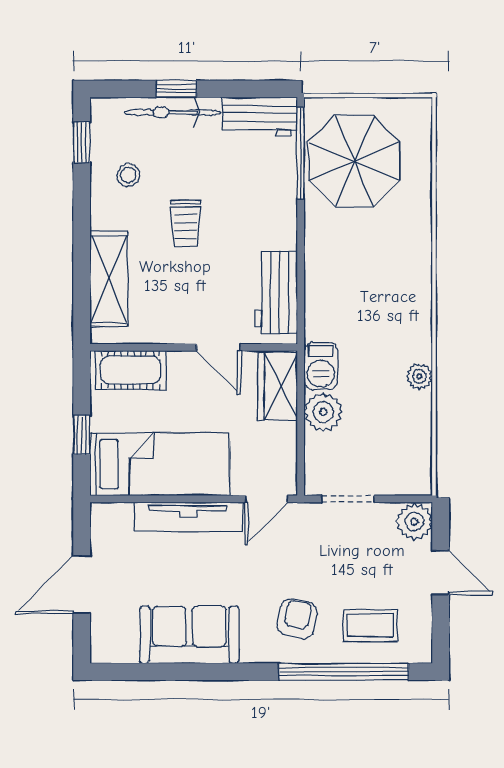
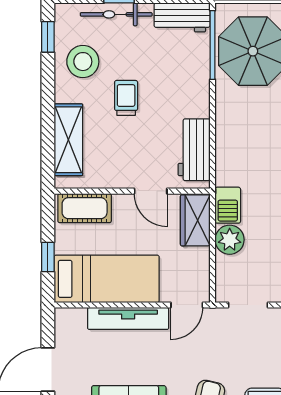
stool: (128, 175) -> (83, 62), width x1.89, depth x1.89
trolley: (186, 223) -> (126, 98), turned 180

